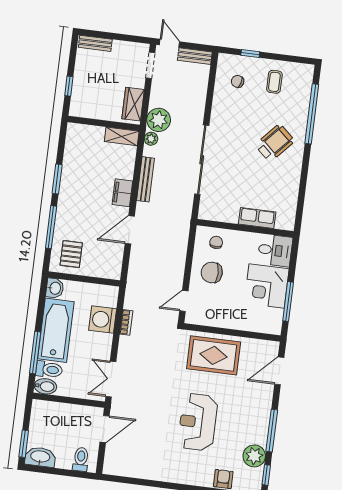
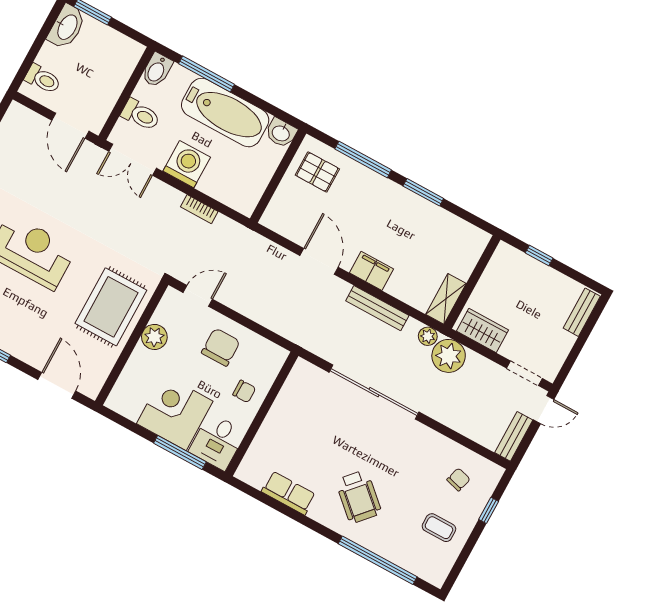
row of seats: (257, 218) -> (289, 493), moved, turned -90
chair: (216, 242) -> (244, 391), moved
door: (184, 301) -> (198, 296), hinge flipped
window: (288, 302) -> (180, 452), moved
plant: (222, 319) -> (154, 337), added
washing machine: (103, 320) -> (187, 164), moved
toilet: (49, 370) -> (141, 115), moved, turned -90
double door: (111, 379) -> (133, 160), swing flipped

